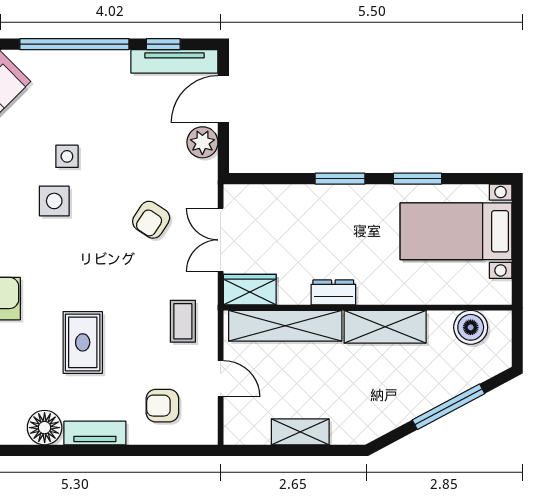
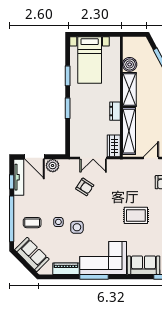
coffee table: (183, 321) -> (32, 223), moved
boiler: (471, 327) -> (130, 64), moved

